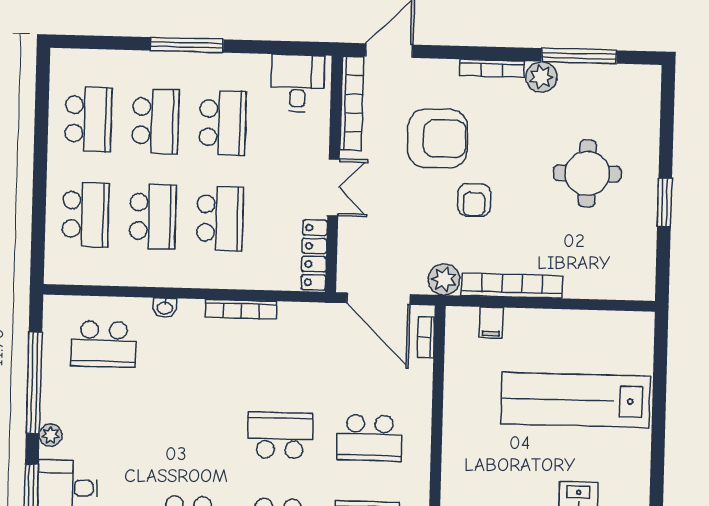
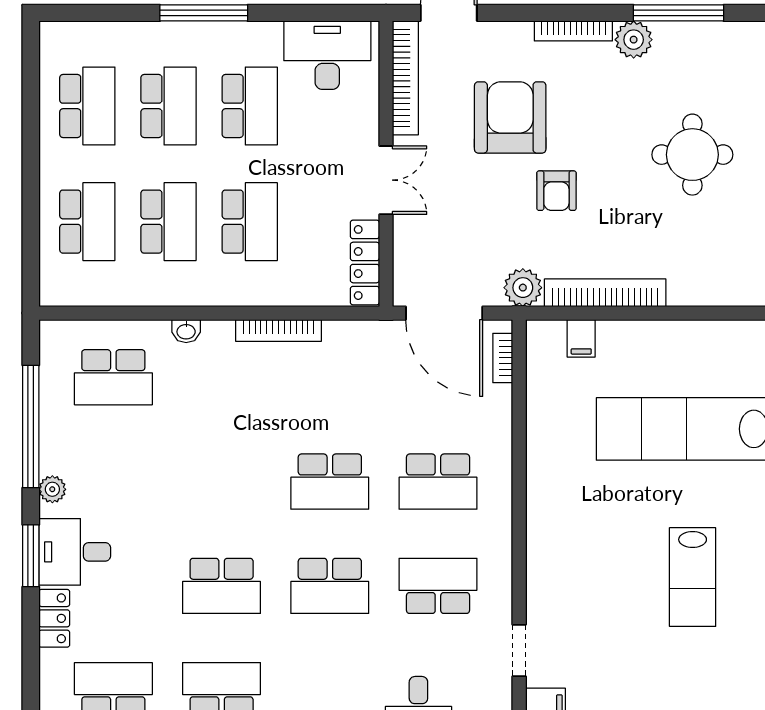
desk: (298, 83) -> (327, 55), width x1.37
armchair: (438, 138) -> (510, 117), turned -90
school desk: (280, 435) -> (330, 482), turned 180

